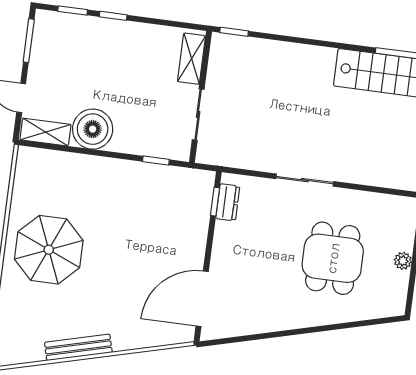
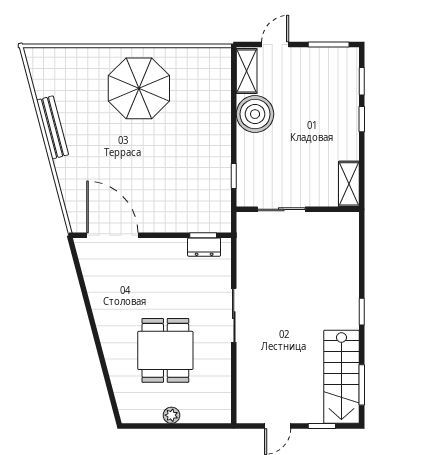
window: (234, 32) -> (362, 312), moved
shelving: (192, 59) -> (349, 184), moved, turned 90
dining table: (333, 258) -> (165, 350), turned 90

